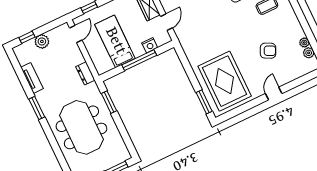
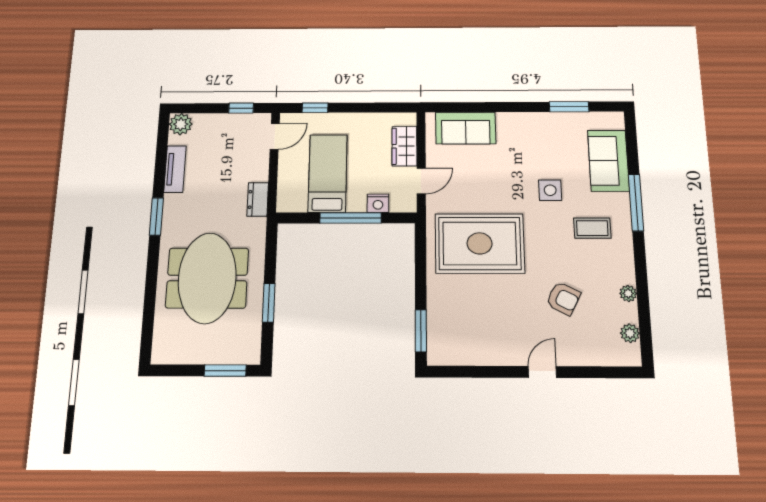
window: (27, 37) -> (241, 108), moved
plant: (42, 41) -> (181, 124), moved
plant: (304, 42) -> (628, 293), moved
rug: (225, 81) -> (480, 243), moved, turned 90
window: (109, 102) -> (269, 303), moved

